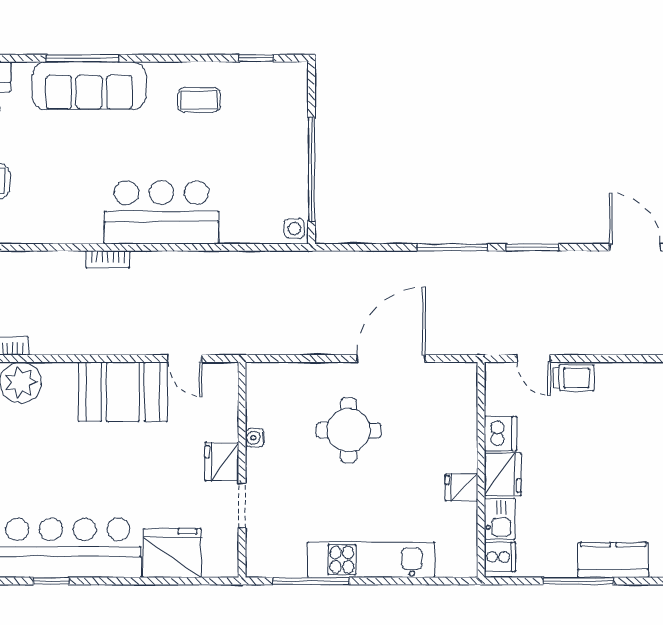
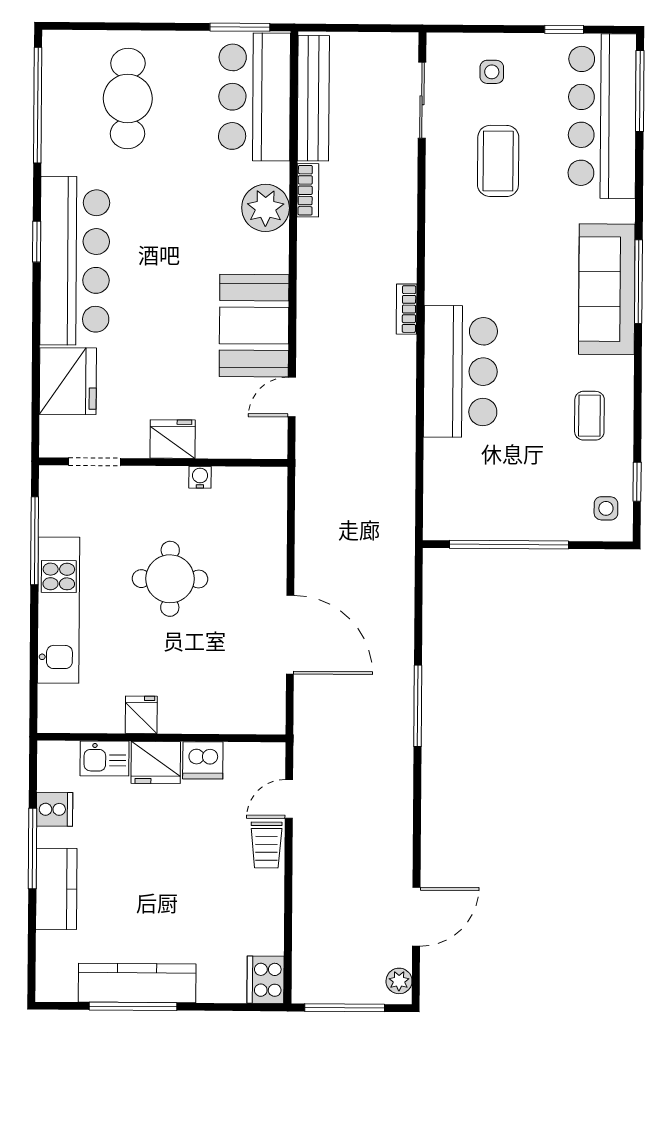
side table: (294, 228) -> (606, 508), moved
window: (532, 247) -> (417, 798), removed
round table: (349, 430) -> (170, 579), moved
doorway: (242, 506) -> (95, 462), moved
cooker: (500, 557) -> (55, 809), moved, turned -90

